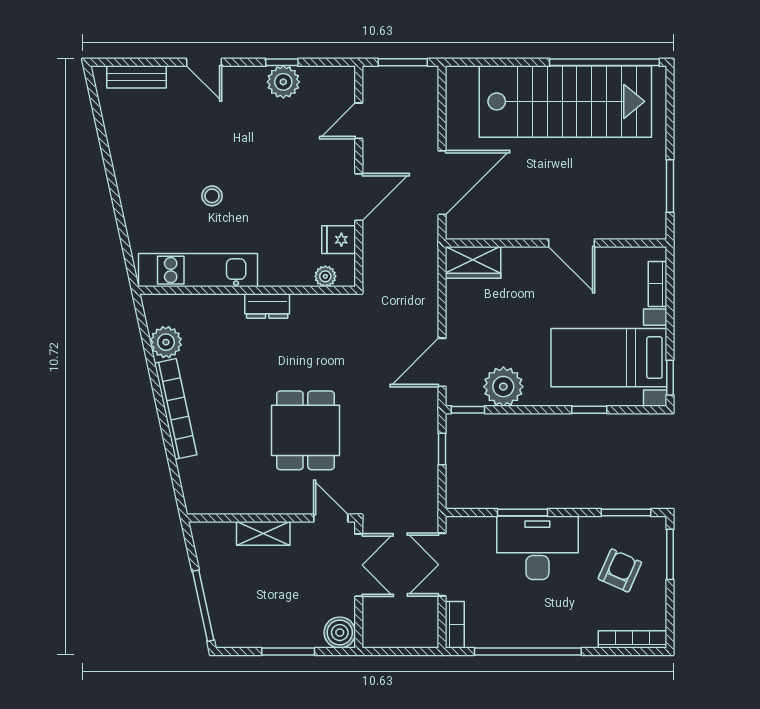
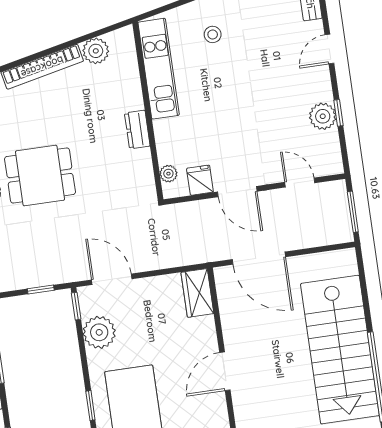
stool: (212, 196) -> (213, 34), moved

